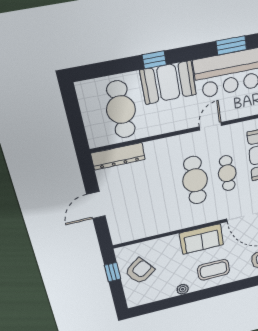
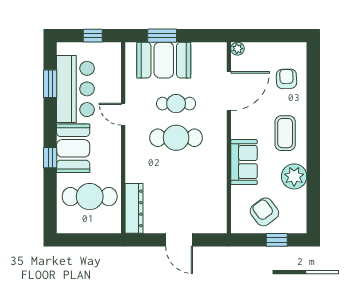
sofa: (202, 239) -> (244, 162), moved
window: (113, 272) -> (277, 240), moved
plant: (183, 289) -> (294, 176), width x1.88, depth x1.88

